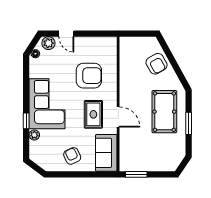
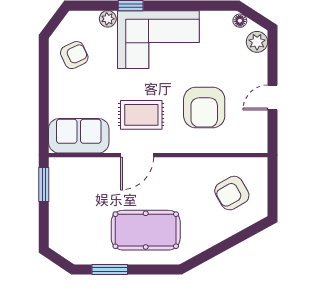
door: (66, 34) -> (272, 97), moved
armchair: (156, 64) -> (232, 193), moved
window: (189, 123) -> (110, 269), moved
armchair: (72, 156) -> (74, 55), moved

